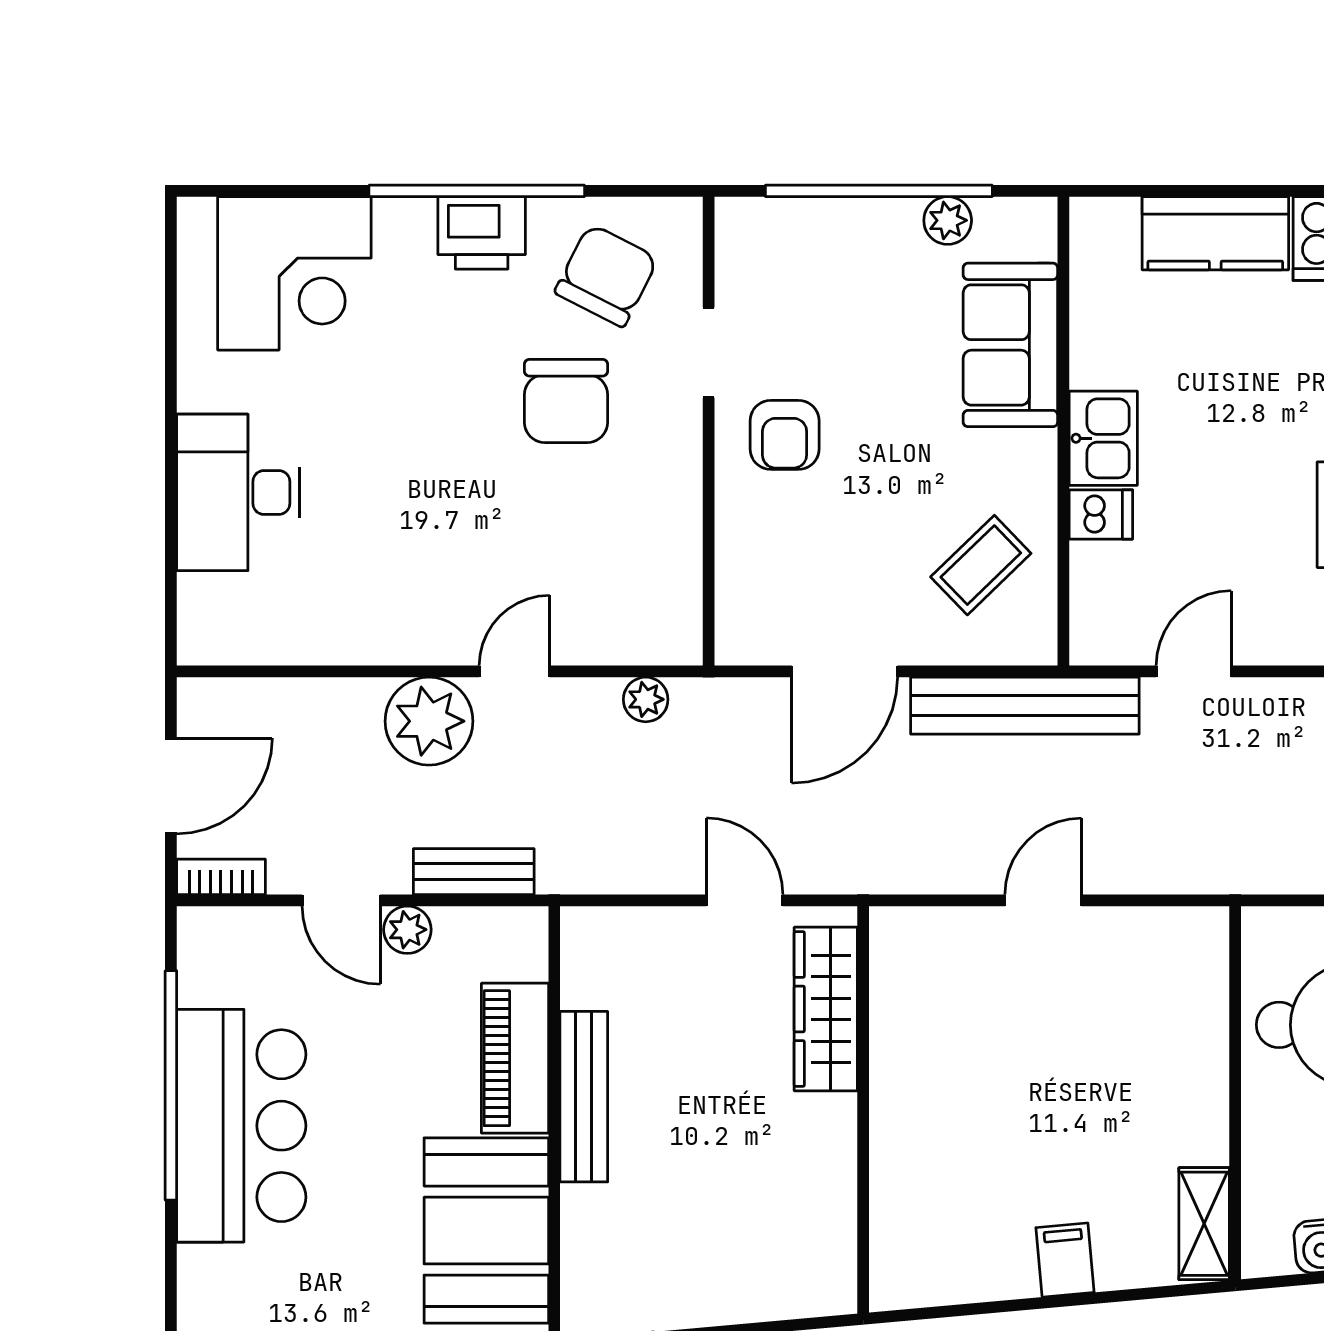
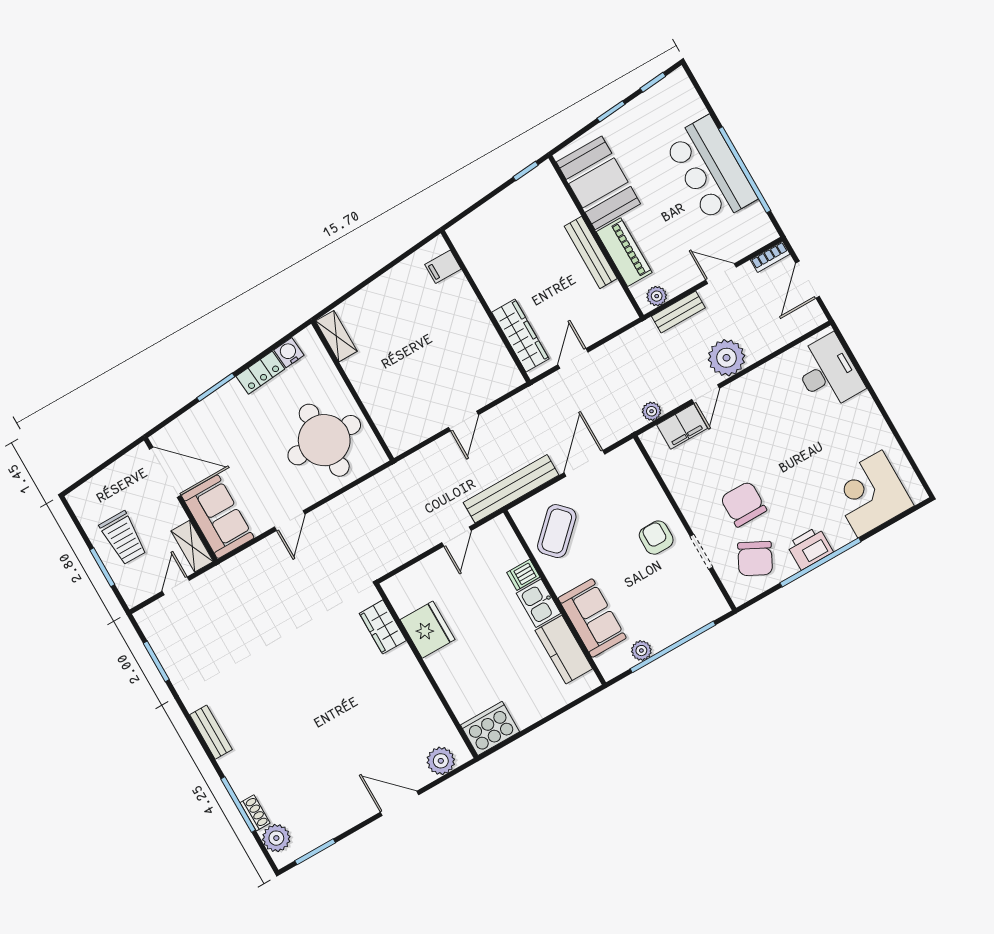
kitchen counter: (1215, 233) -> (564, 650), moved, turned -90
desk: (238, 492) -> (828, 372), moved
coffee table: (981, 565) -> (557, 531), width x1.36, depth x1.30
filing cabinet: (601, 632) -> (682, 427), added
door: (745, 900) -> (573, 358), swing flipped
plant: (407, 930) -> (657, 296), moved
filing cabinet: (1065, 1260) -> (443, 267), moved, turned 95

